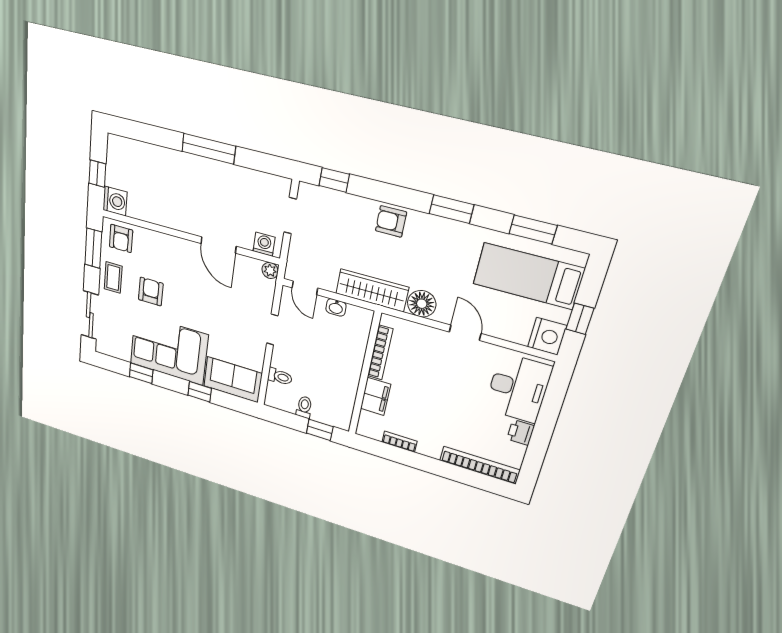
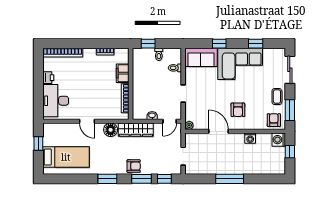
window: (533, 230) -> (141, 179), moved
washing machine: (264, 244) -> (250, 138), moved
door: (305, 288) -> (170, 121), swing flipped
armchair: (151, 292) -> (238, 110), moved
nightstand: (547, 336) -> (50, 131), removed

